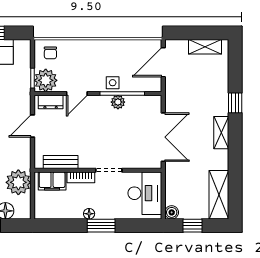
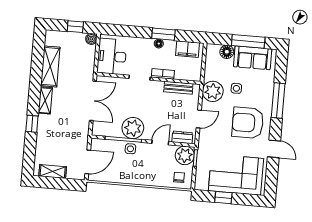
plant: (118, 102) -> (133, 128), width x1.88, depth x1.88
double door: (163, 137) -> (93, 101), swing flipped
filing cabinet: (52, 181) -> (187, 49), moved, turned 180
plant: (18, 182) -> (213, 91), moved
shelving: (219, 195) -> (50, 66), moved
window: (101, 226) -> (163, 34), moved

